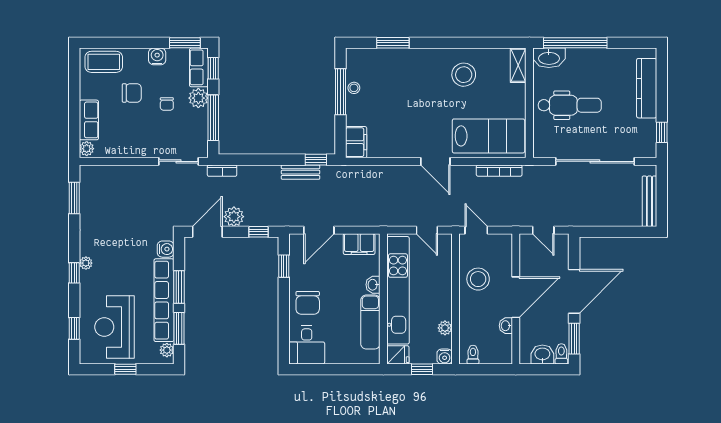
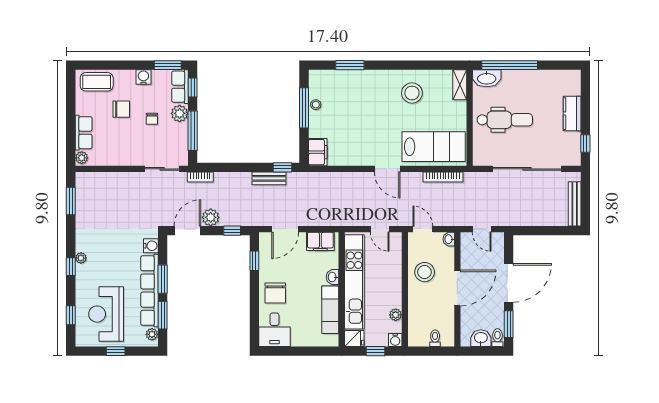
kitchen counter: (647, 88) -> (572, 114), width x0.67
washbasin: (506, 326) -> (449, 239), moved
toilet: (473, 355) -> (435, 338), moved

